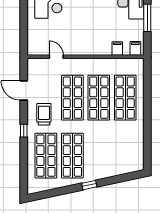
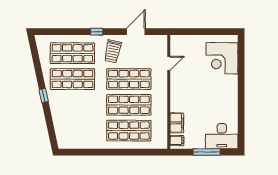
filing cabinet: (117, 49) -> (177, 123), width x2.00
trolley: (44, 114) -> (113, 51), turned 102

